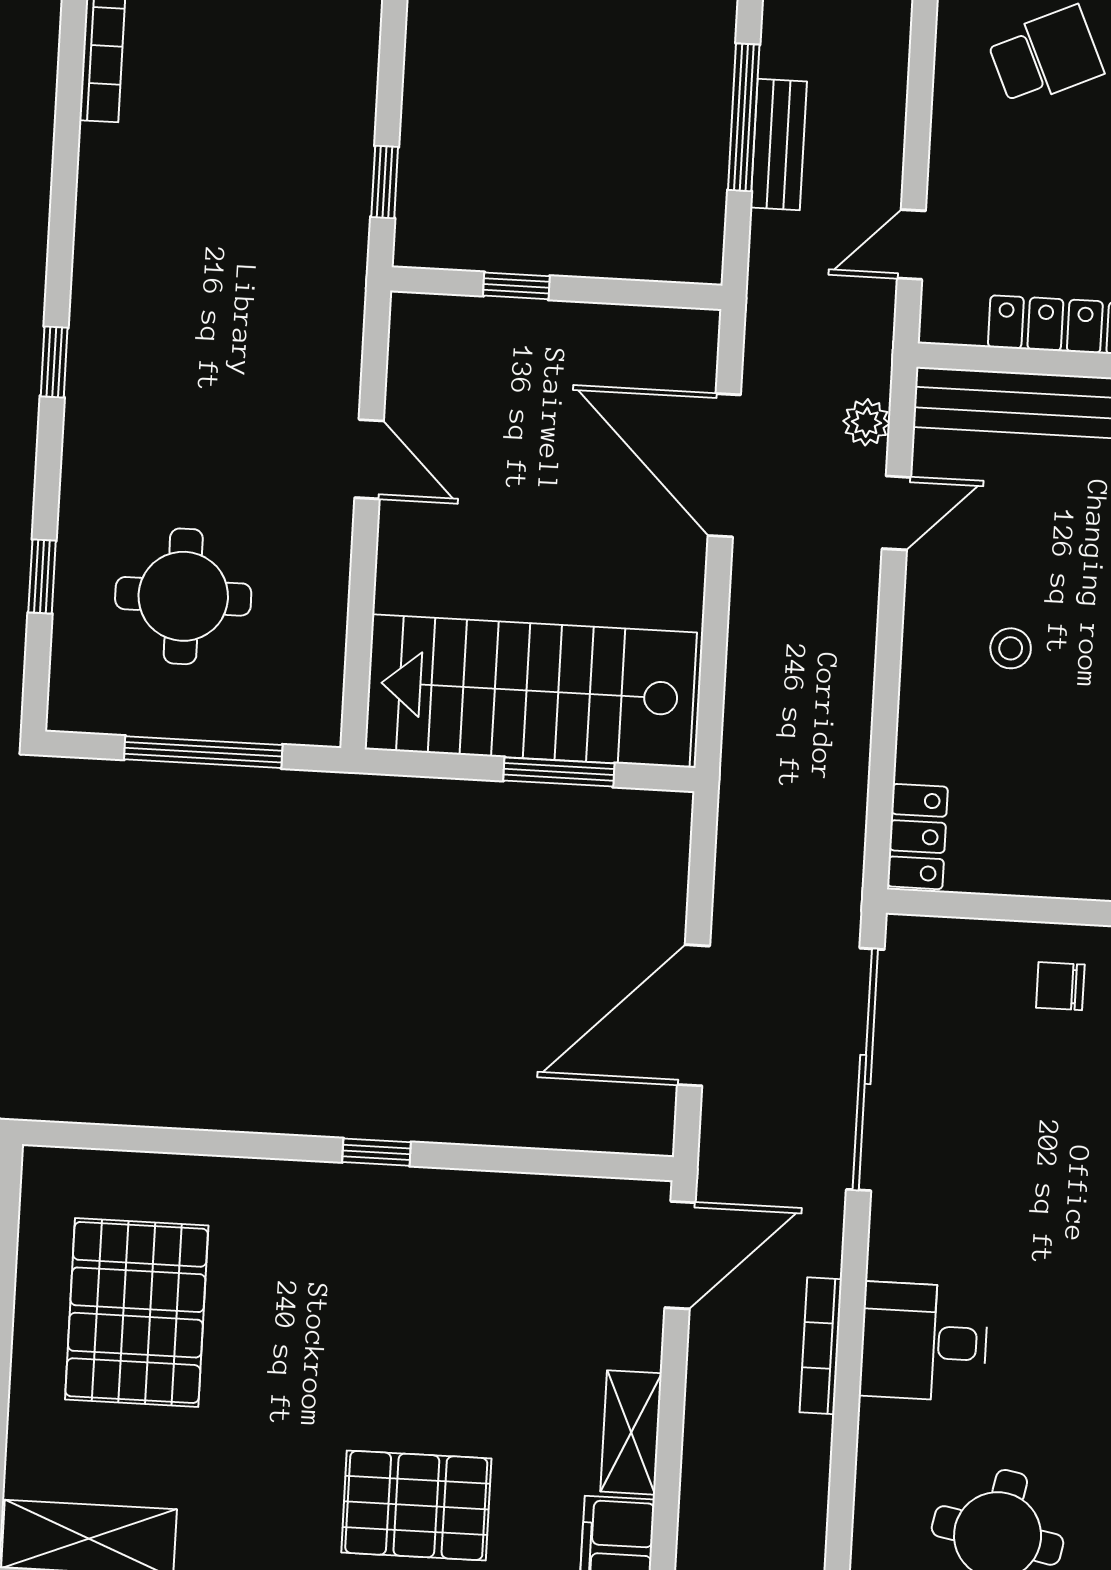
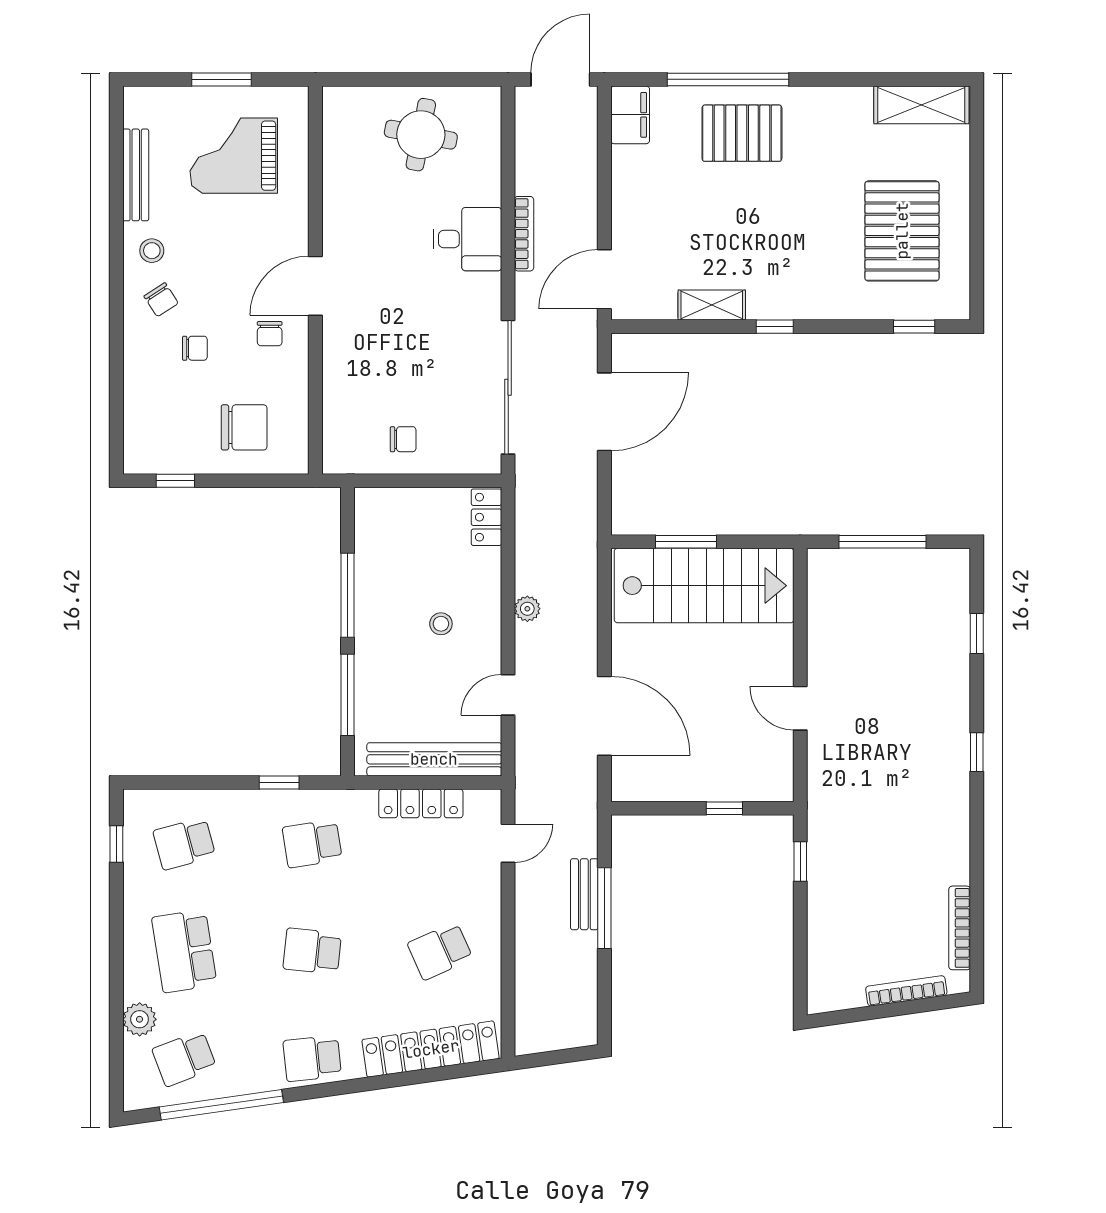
plant: (866, 422) -> (527, 609), moved
round table: (183, 596) -> (898, 627), removed
window: (124, 1138) -> (914, 327), added
shelving: (631, 1432) -> (712, 305), moved, turned 90

